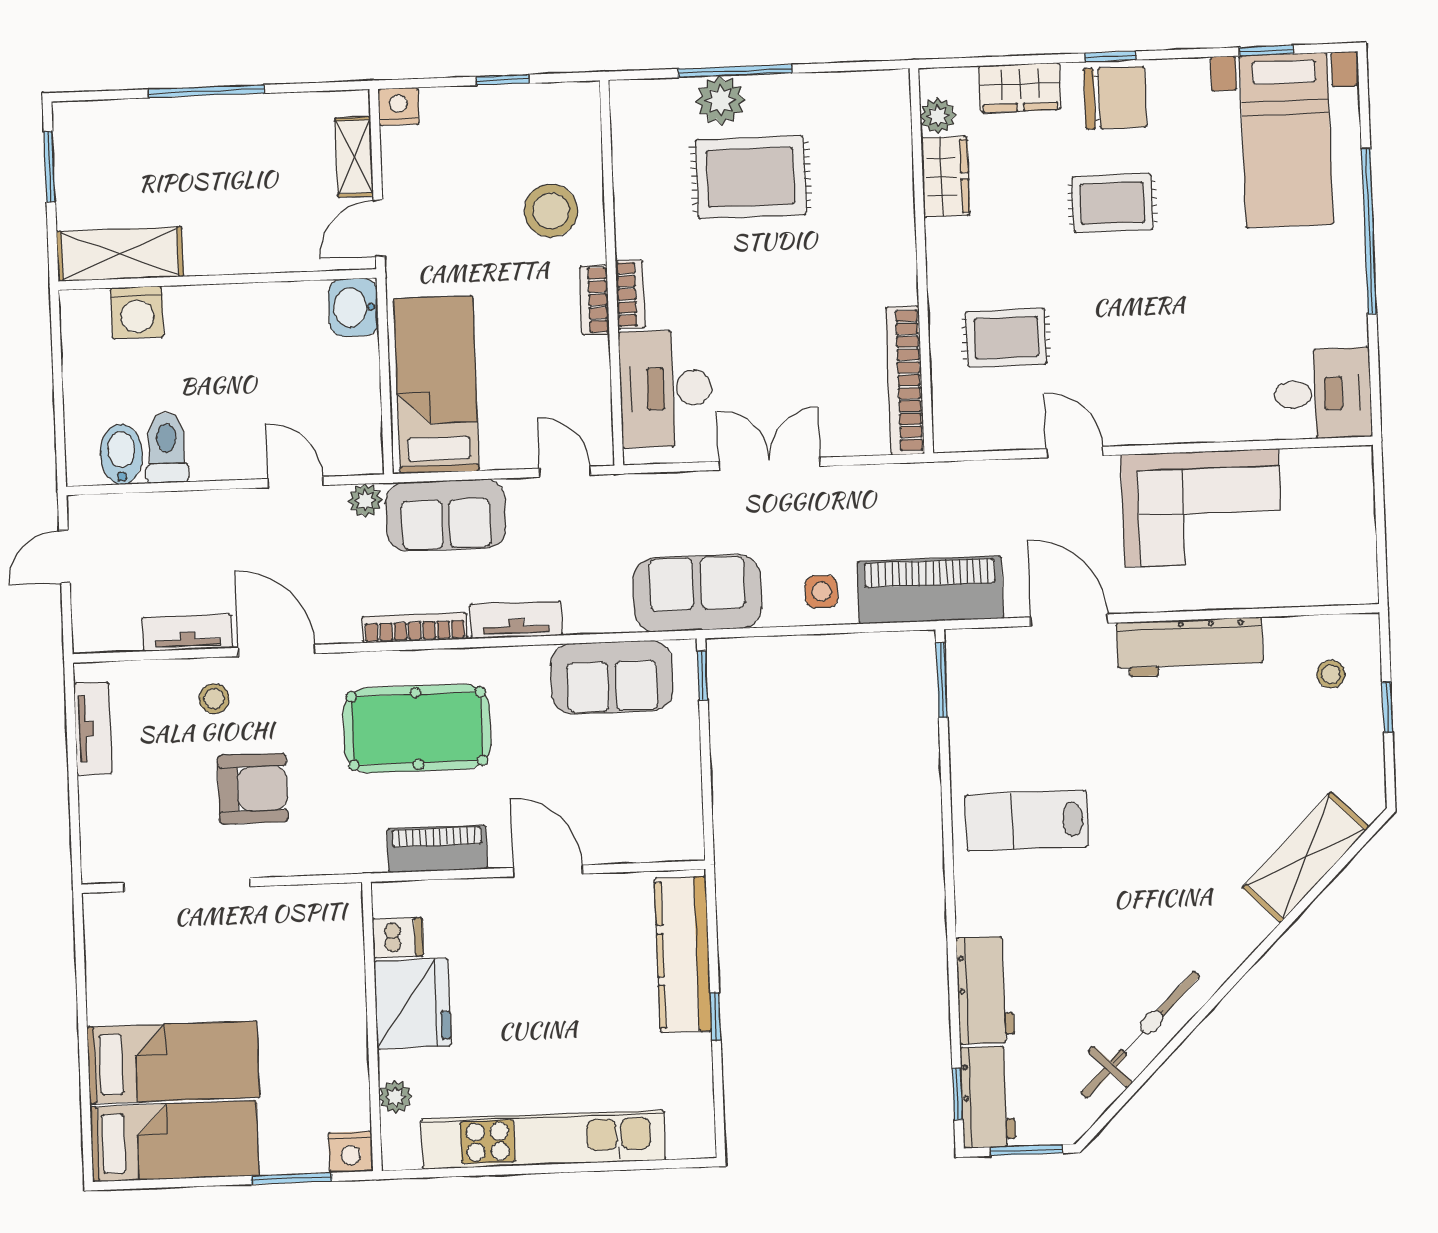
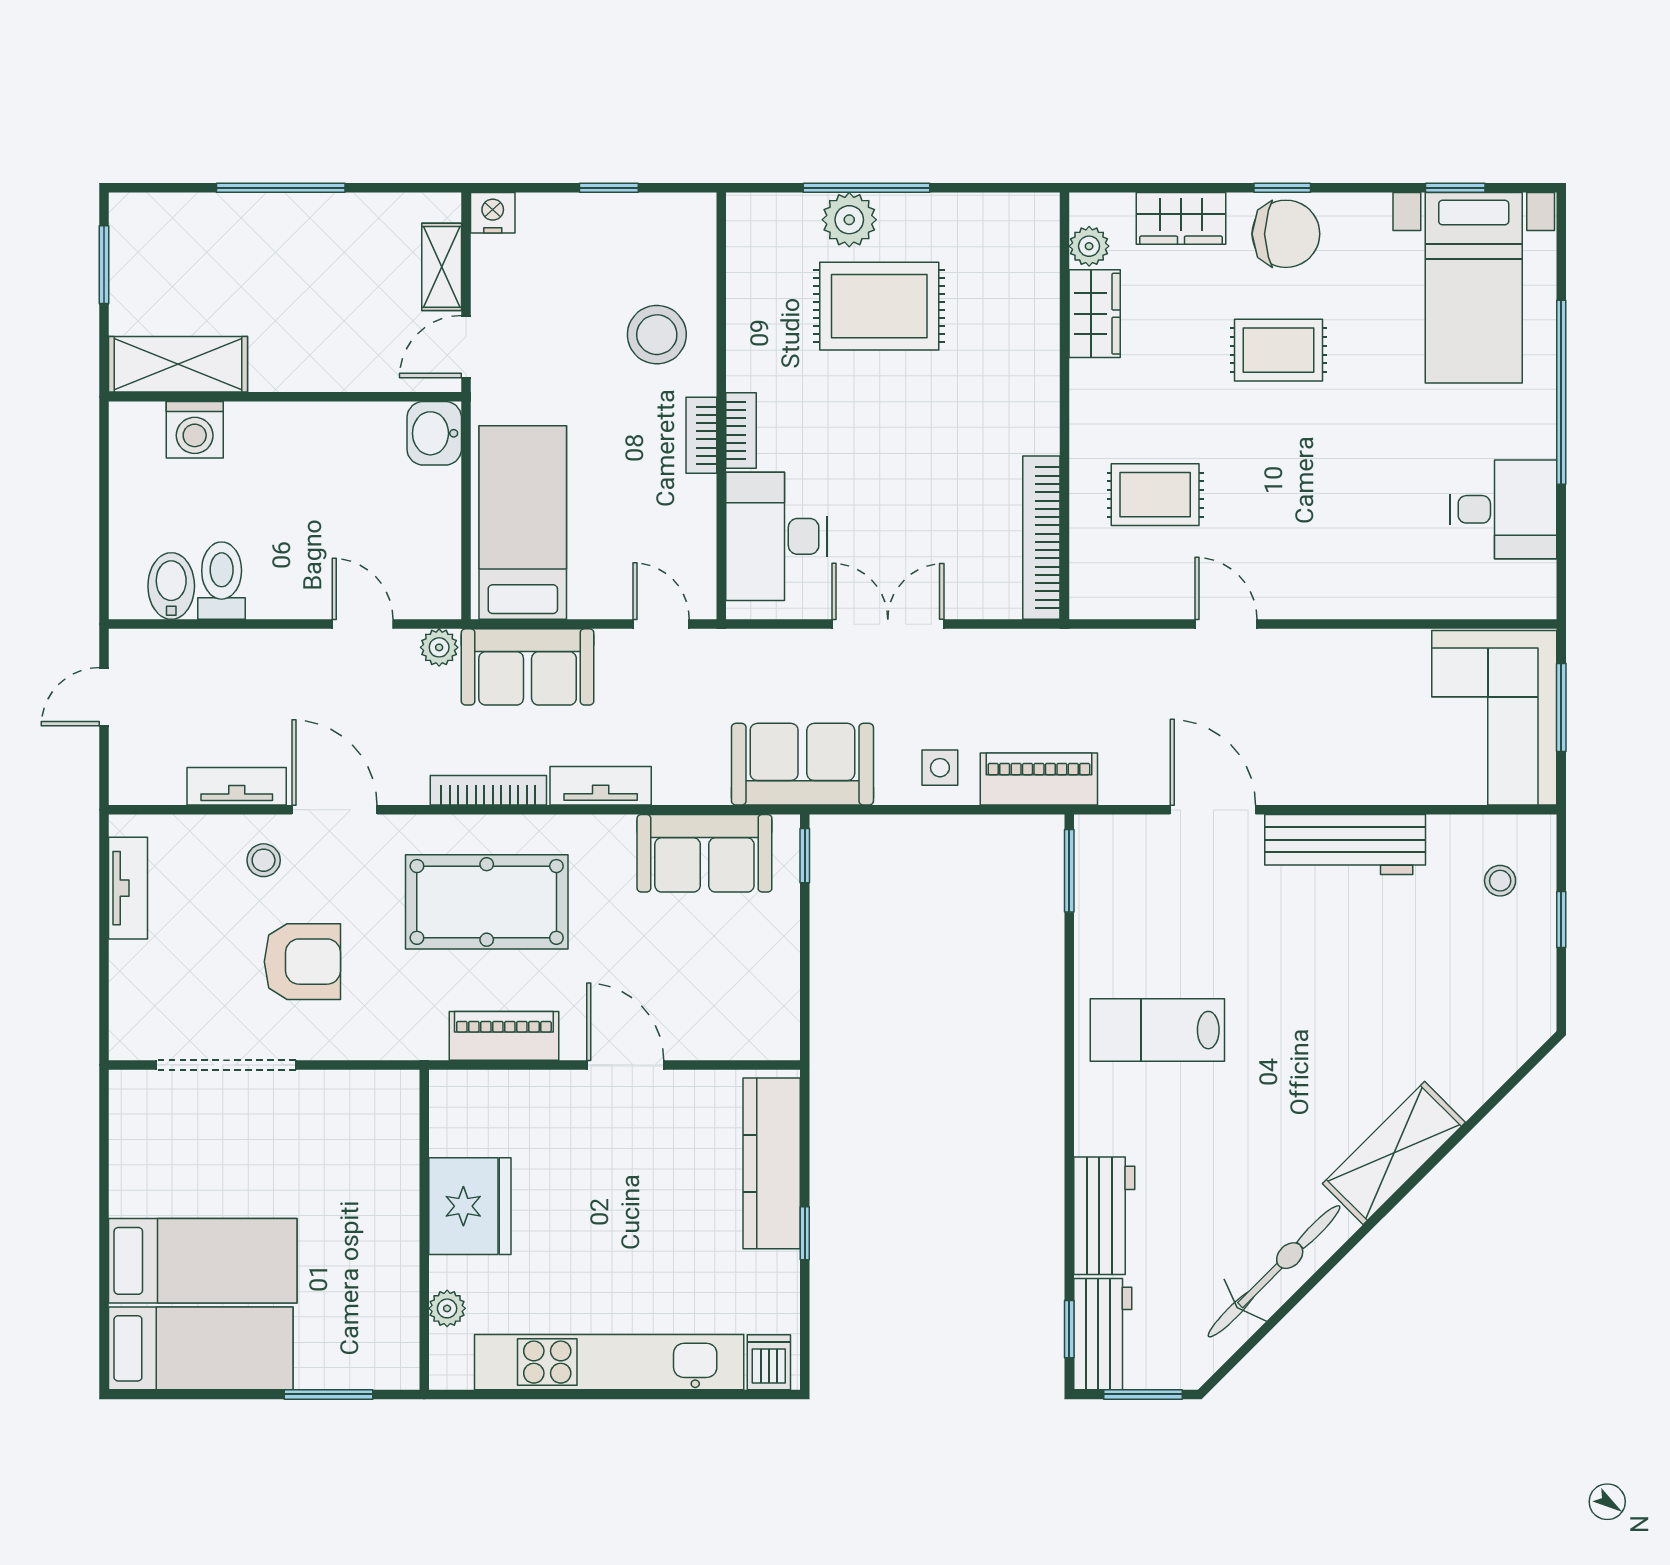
desk: (1323, 394) -> (1503, 509), moved
corner sofa: (1202, 508) -> (1494, 718), moved, turned 90
window: (1380, 516) -> (1561, 708), added
piano: (930, 590) -> (1039, 779), width x0.73, depth x0.75
shelving: (1306, 857) -> (1394, 1153), moved
dishwasher: (398, 938) -> (769, 1362), moved, turned -90
nightstand: (351, 1152) -> (395, 1368), removed

